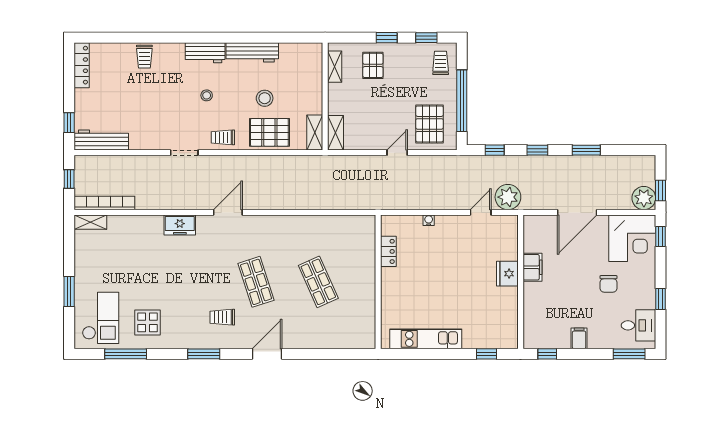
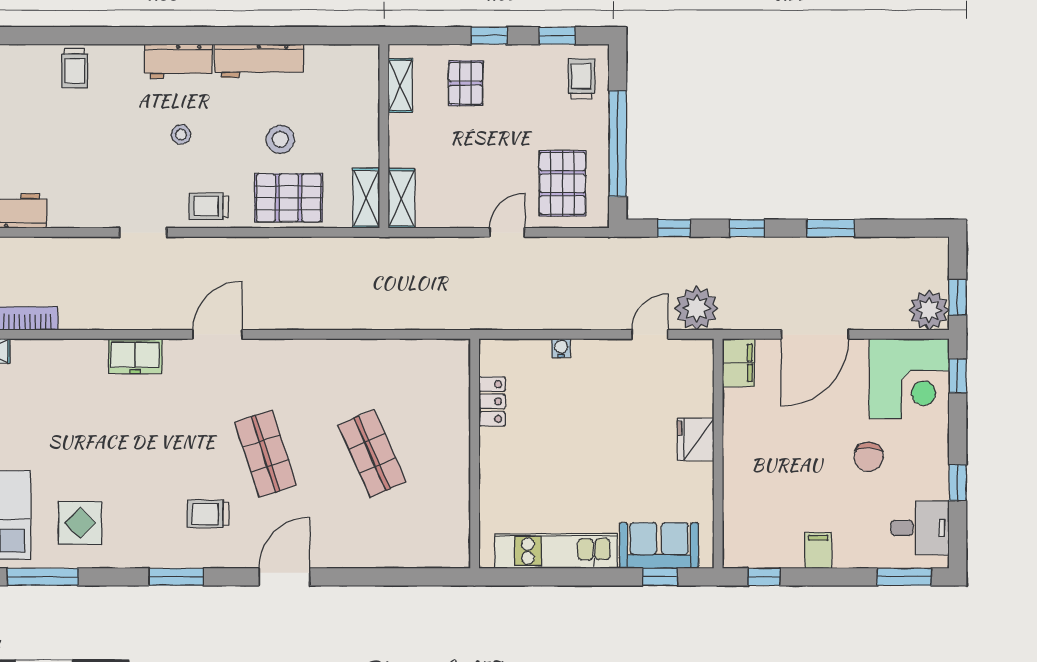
filing cabinet: (532, 267) -> (739, 363), moved
sofa: (486, 336) -> (659, 545), added

